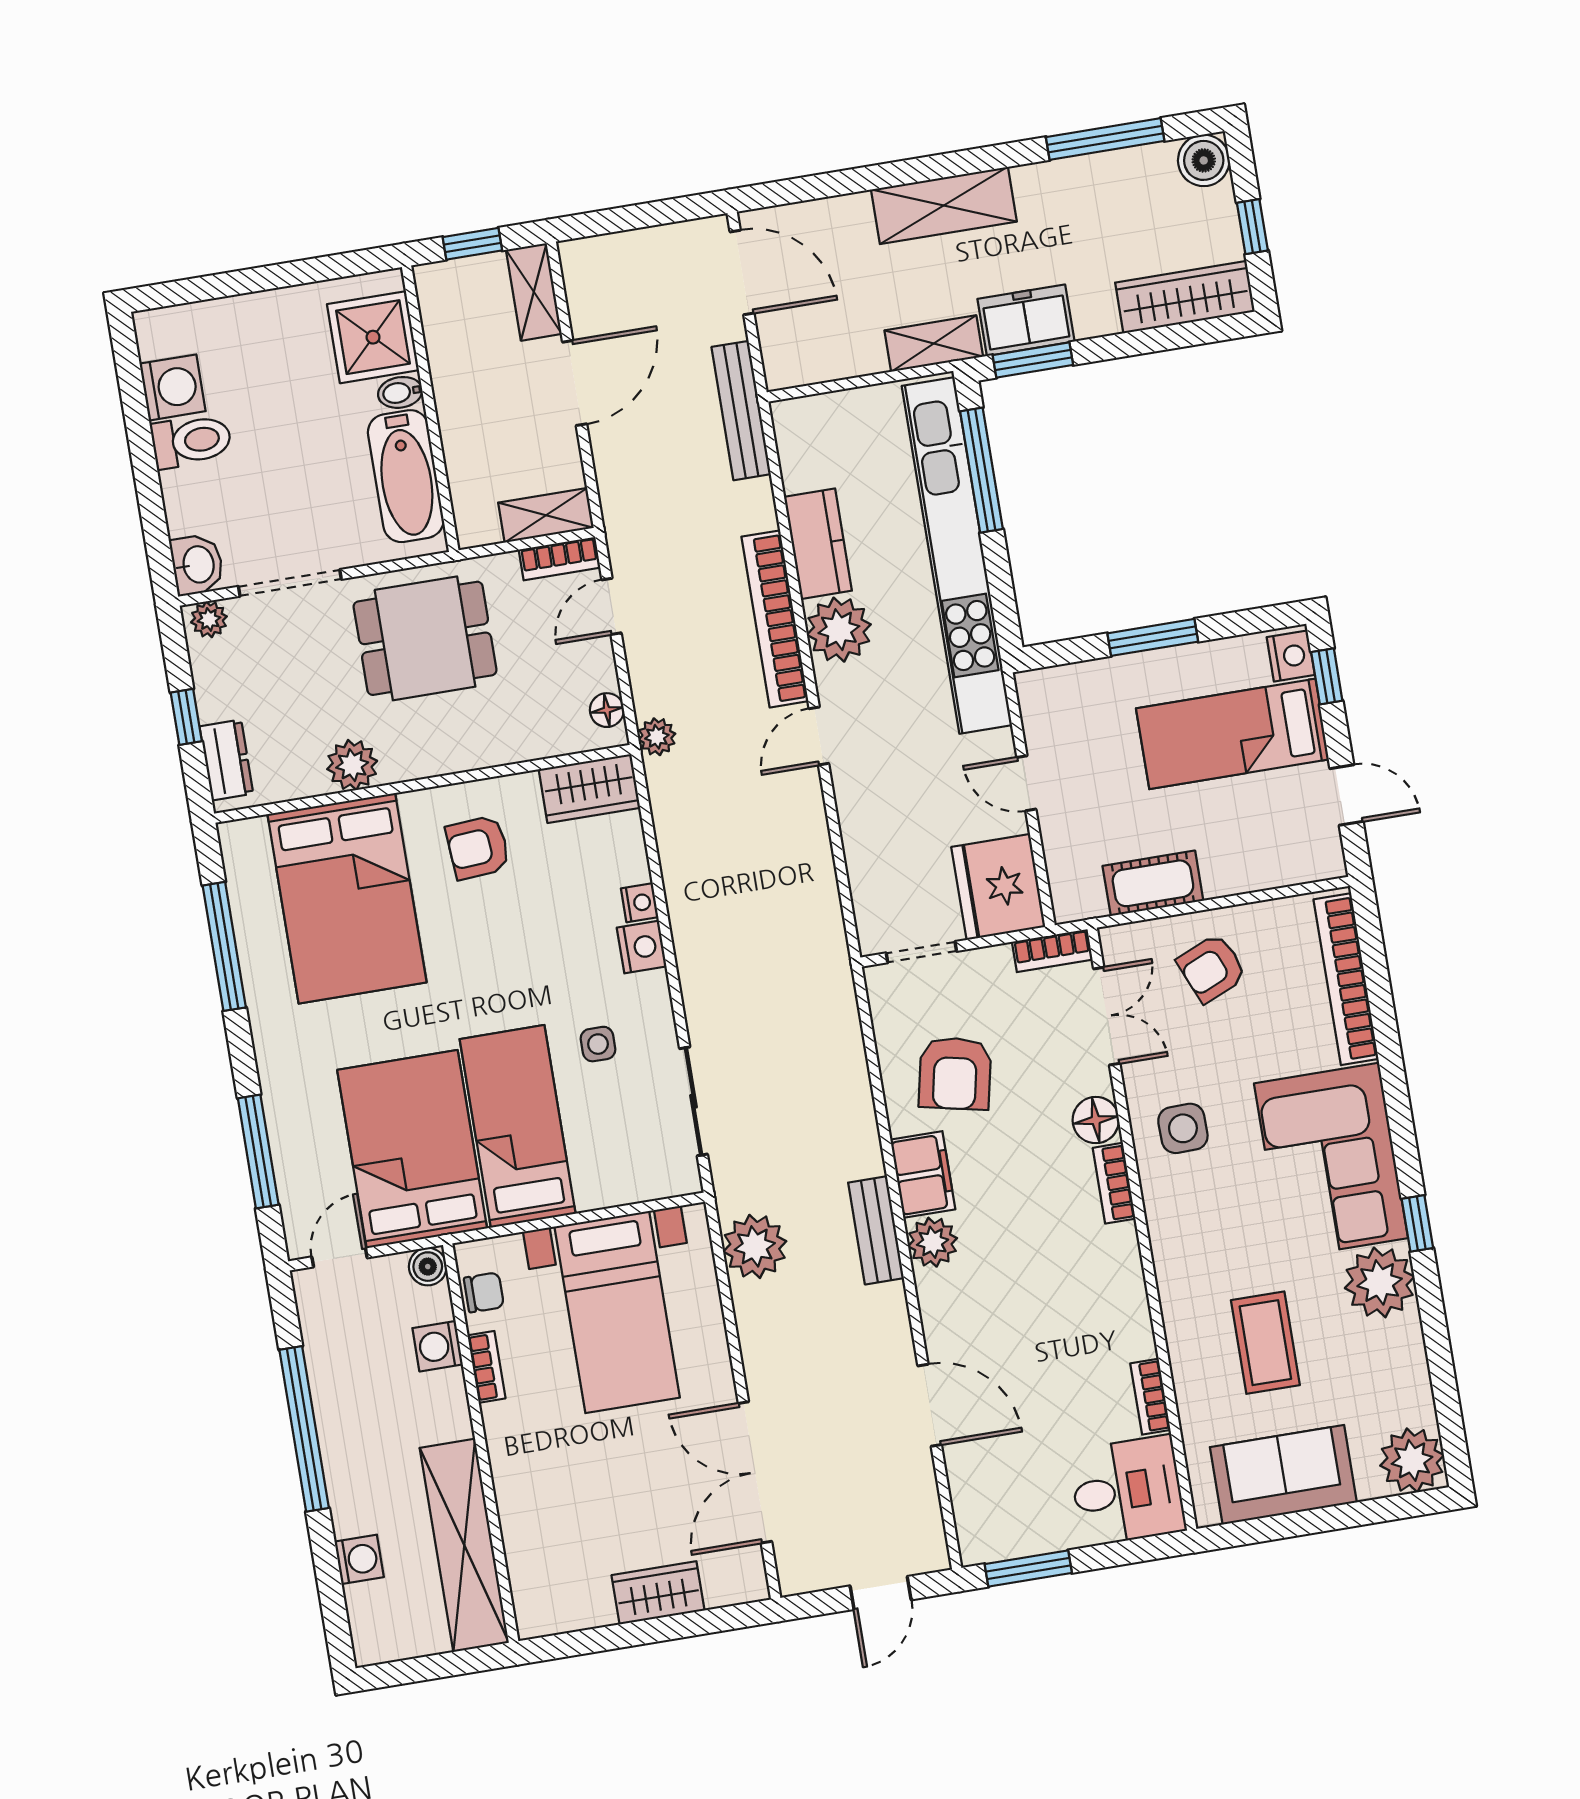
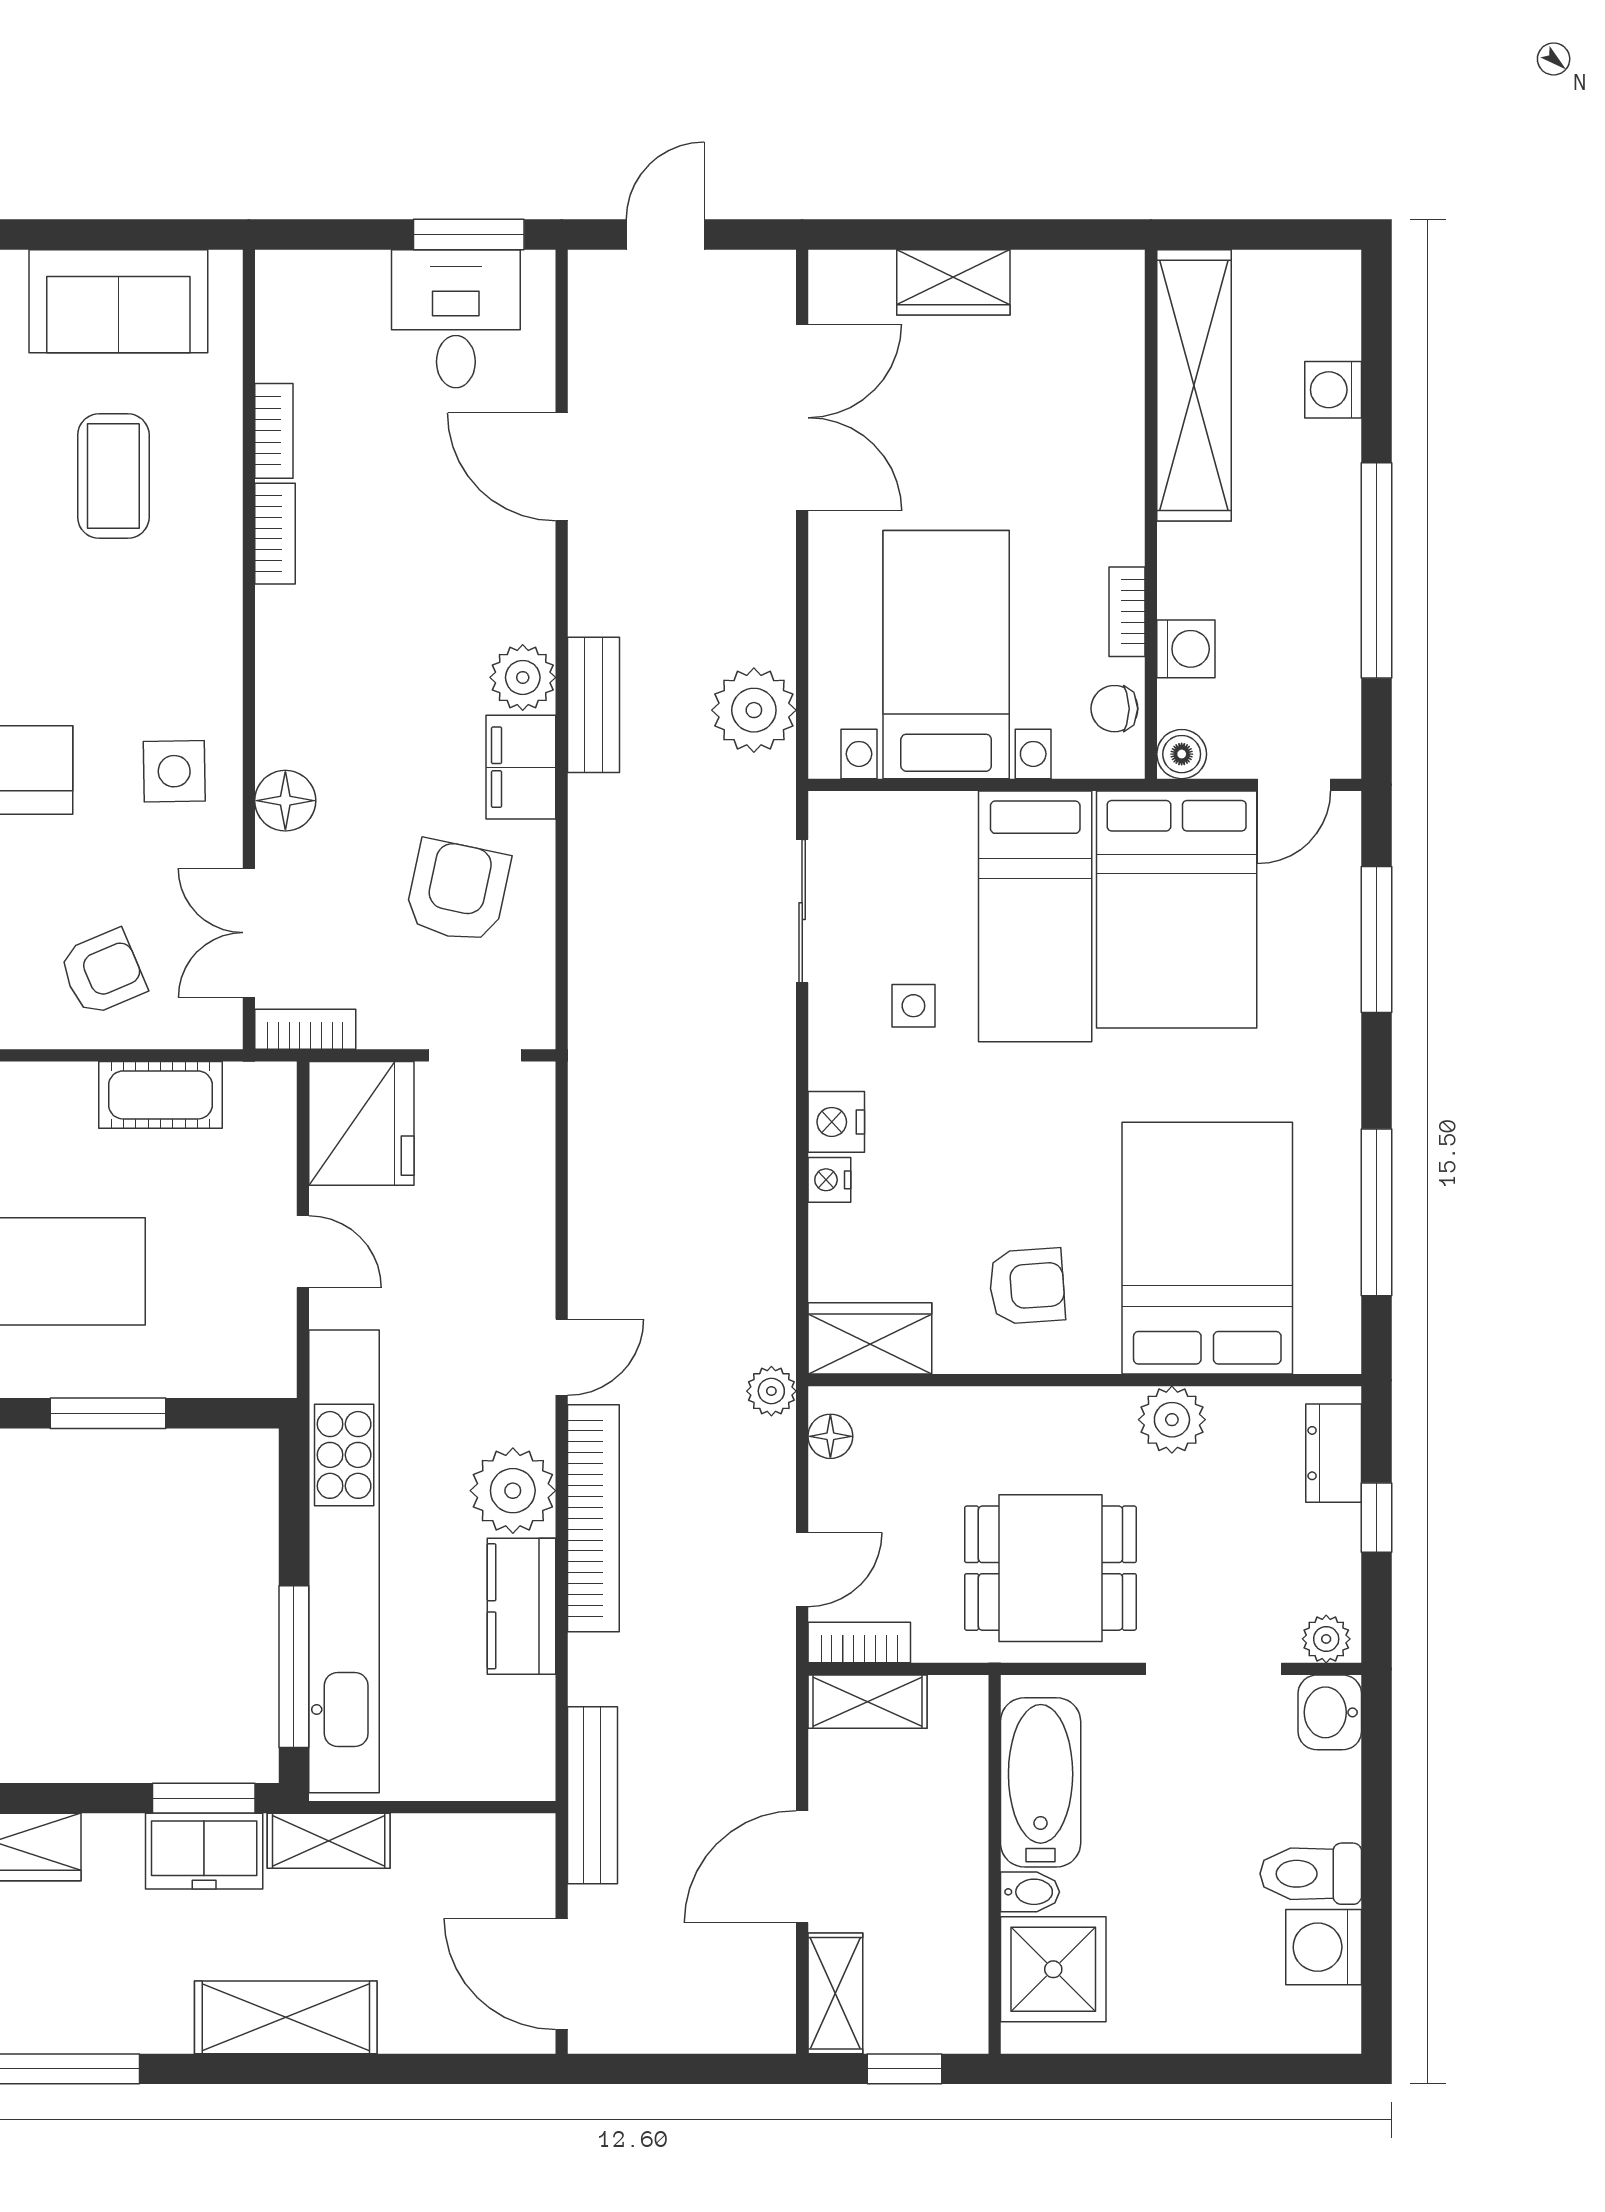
bookcase: (1114, 1183) -> (275, 534), moved
desk: (1127, 1490) -> (456, 319), moved, turned 90

